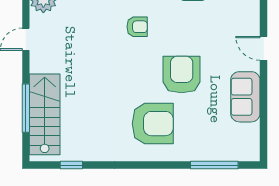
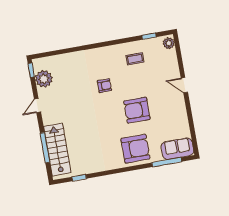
armchair: (182, 75) -> (137, 110), turned -90
sofa: (245, 97) -> (177, 149), moved, turned 90
armchair: (153, 124) -> (135, 149), moved

